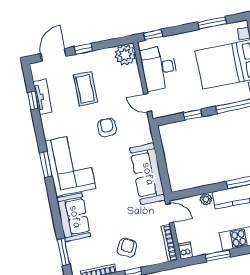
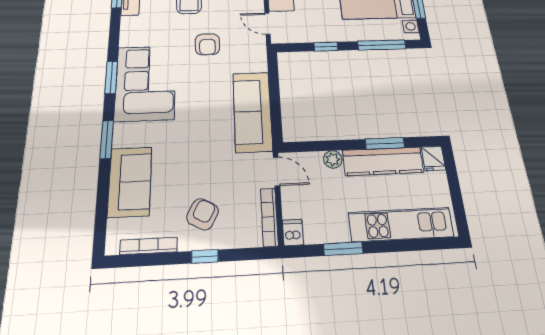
armchair: (107, 127) -> (207, 44), turned 180
sofa: (74, 217) -> (130, 182), moved
window: (64, 252) -> (107, 140), moved

